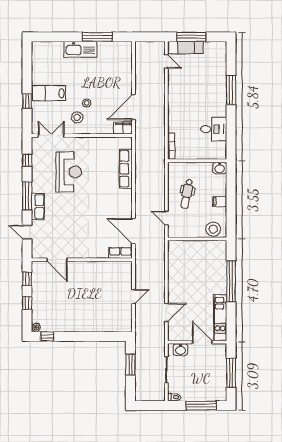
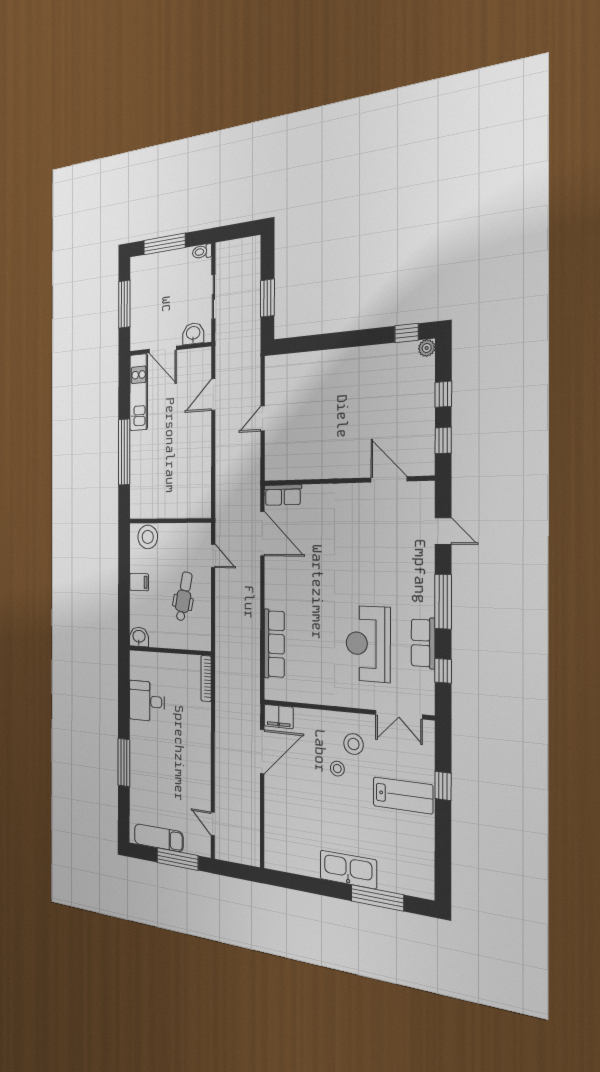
window: (97, 37) -> (377, 898), moved
exam couch: (185, 47) -> (159, 838), moved
row of seats: (38, 207) -> (423, 643), moved

